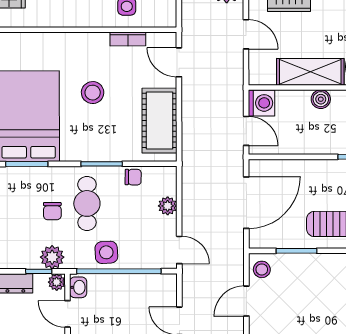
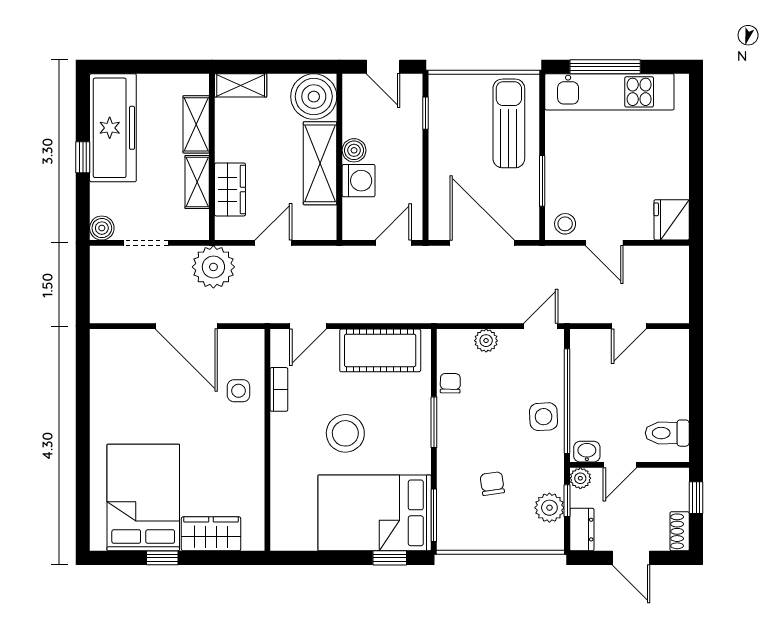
stool: (93, 93) -> (345, 433), width x1.38, depth x1.38
washing machine: (262, 103) -> (359, 181), moved, turned 90
cafe table: (87, 203) -> (483, 441), removed
chair: (52, 211) -> (492, 484), turned -98
plant: (52, 257) -> (549, 508), moved

